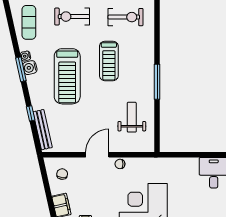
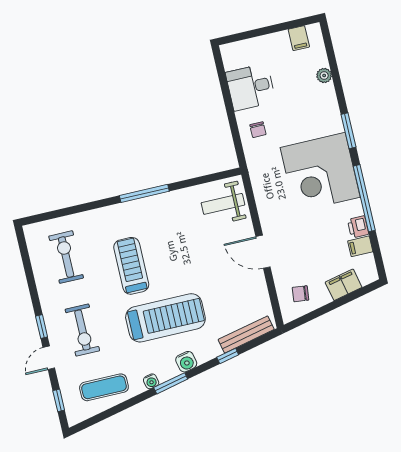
treadmill: (109, 61) -> (131, 266), turned -90
water cooler: (30, 68) -> (186, 362), moved
weight bench: (132, 117) -> (223, 204), moved
chair: (120, 164) -> (258, 130), moved

